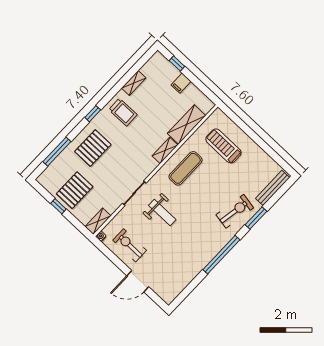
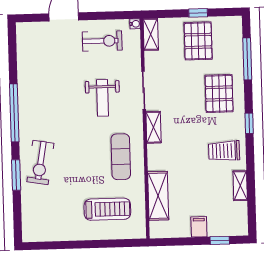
shelving: (165, 150) -> (153, 127), moved
bench: (273, 188) -> (28, 216), removed
weight bench: (162, 213) -> (103, 98), turned -90

